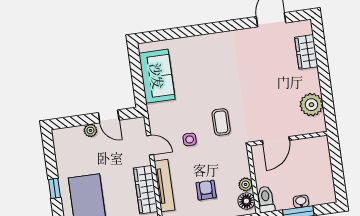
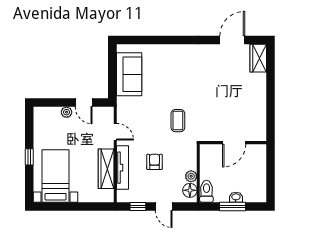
wardrobe: (306, 52) -> (258, 58), moved
plant: (311, 105) -> (256, 117), removed
side table: (190, 139) -> (149, 132), removed
door: (276, 140) -> (234, 143), moved
armchair: (206, 190) -> (155, 162), moved

